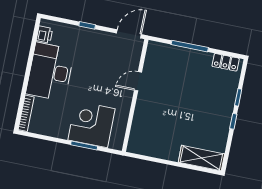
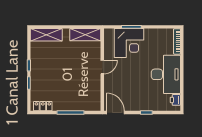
door: (129, 34) -> (115, 113), swing flipped
door: (138, 81) -> (102, 67), moved
shelving: (149, 148) -> (85, 35), added

